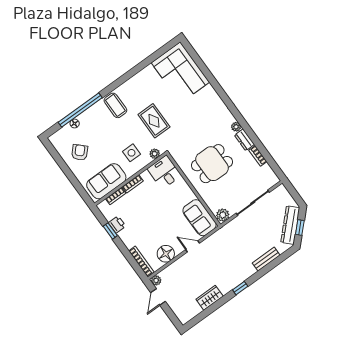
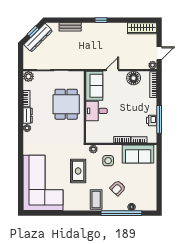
corner sofa: (180, 72) -> (43, 183), width x1.36, depth x1.36
armchair: (80, 152) -> (118, 188), moved
dining table: (212, 164) -> (66, 104), moved, turned 90
desk: (164, 172) -> (97, 111), moved, turned 90
plant: (223, 215) -> (28, 76), moved
window: (110, 231) -> (159, 119), width x2.17
door: (193, 246) -> (112, 70), swing flipped
wardrobe: (210, 298) -> (142, 28), moved, width x1.50

